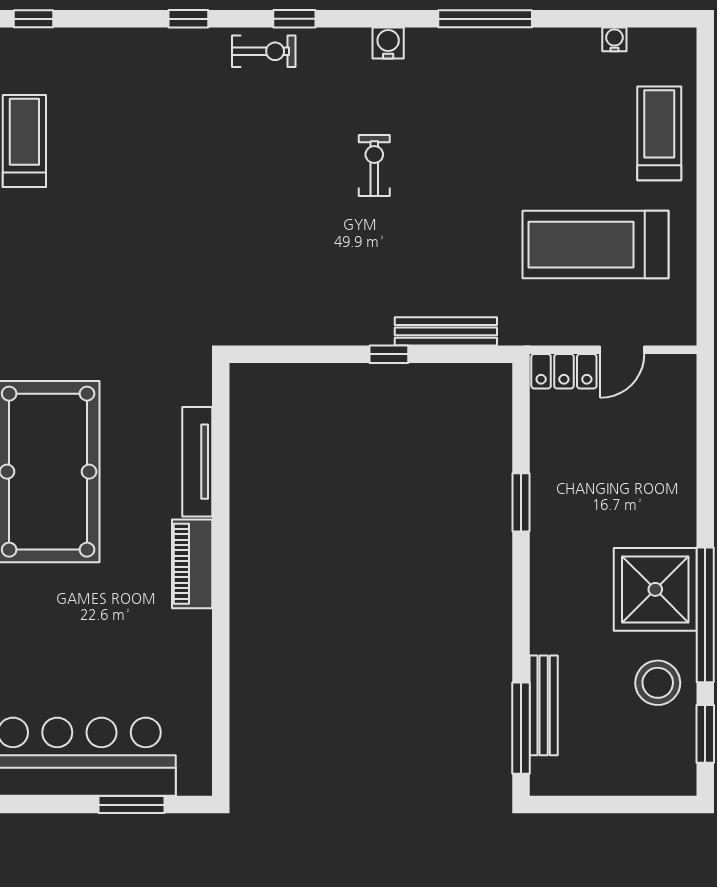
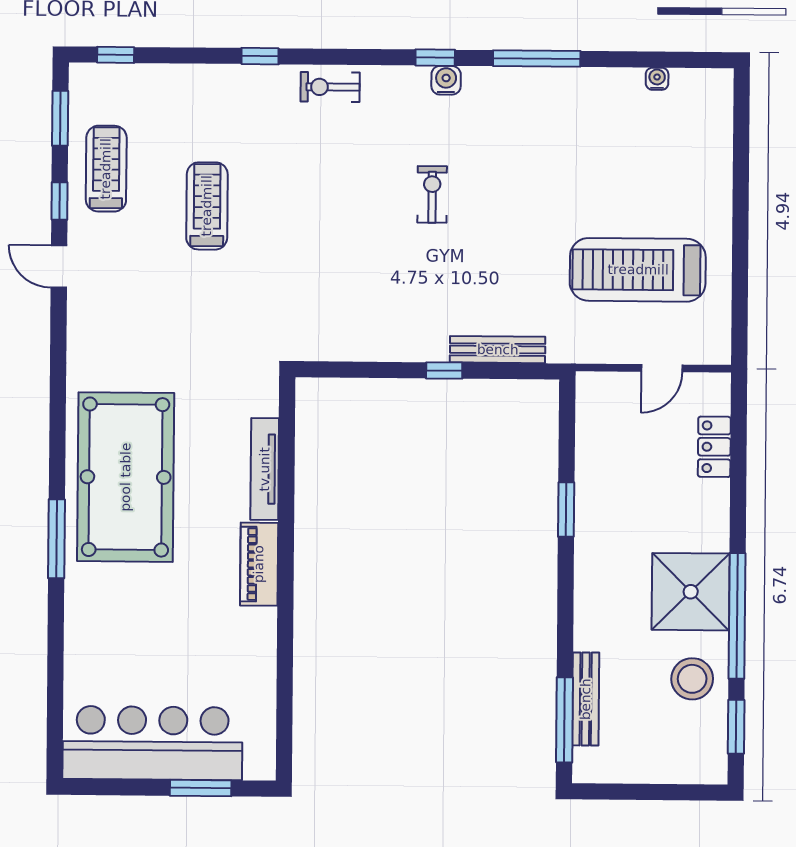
window: (294, 19) -> (435, 58), moved
exercise bike: (264, 51) -> (330, 87), turned 180
treadmill: (659, 133) -> (207, 206), moved
locker: (564, 371) -> (714, 447), moved, turned 90

